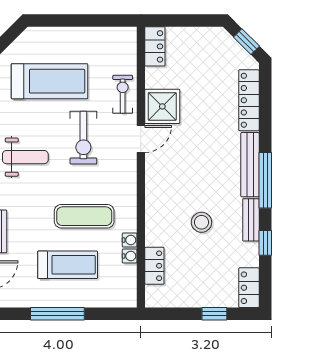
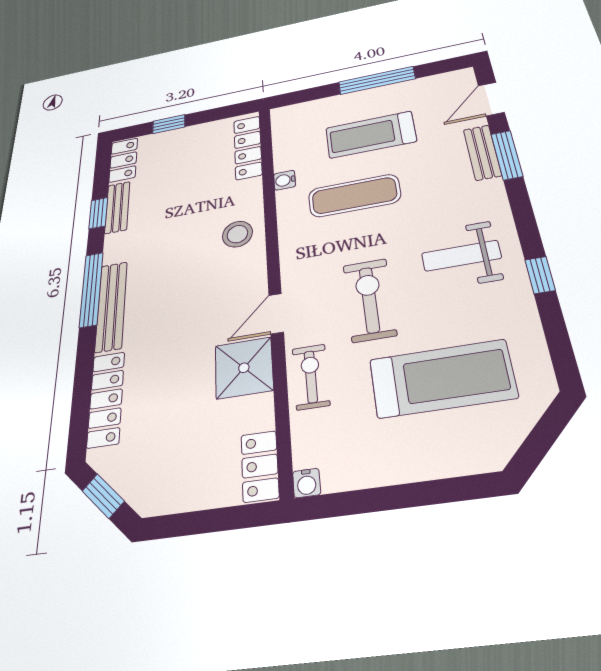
treadmill: (49, 81) -> (442, 378), turned 180
exercise bike: (123, 94) -> (311, 377), turned 180
bench: (251, 220) -> (117, 207), moved
stool: (201, 222) -> (237, 234), moved
water cooler: (130, 256) -> (307, 483), moved, turned -90
locker: (154, 266) -> (248, 147), width x1.53

